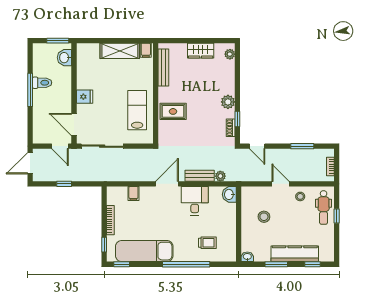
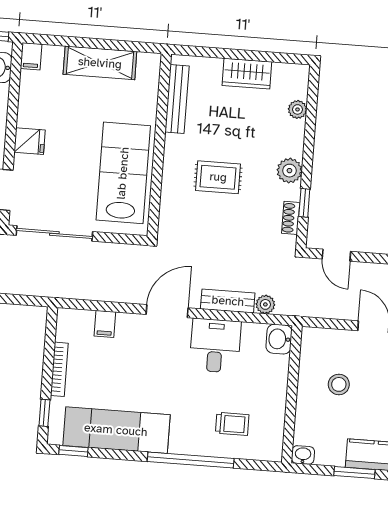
filing cabinet: (146, 50) -> (31, 56), moved
plant: (230, 54) -> (297, 109), moved
lab bench: (137, 110) -> (123, 173), width x1.36, depth x1.39
rug: (173, 111) -> (218, 177), moved

